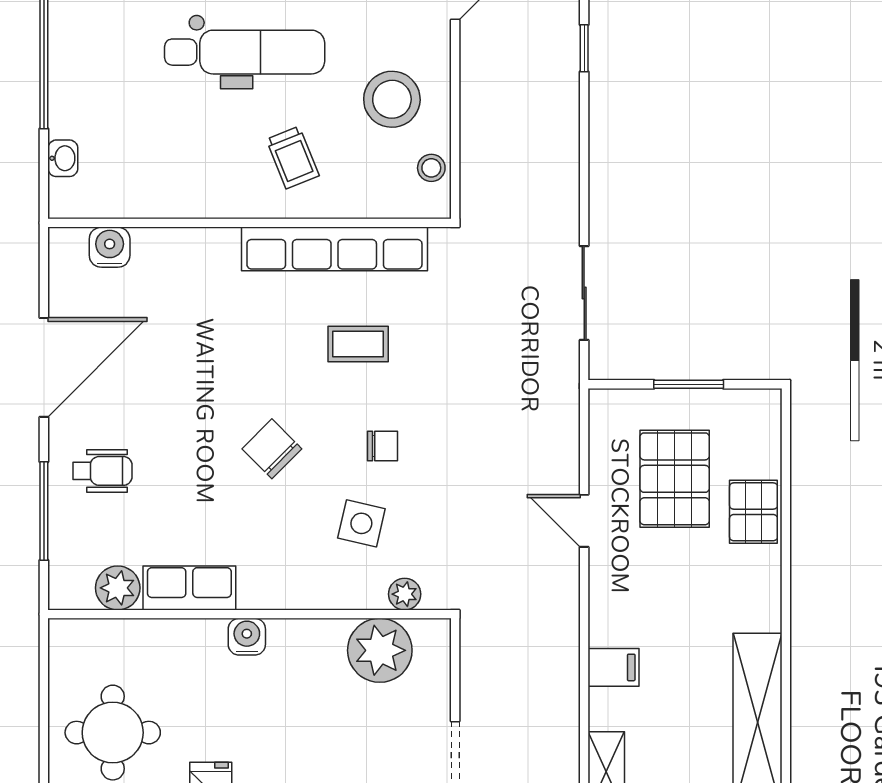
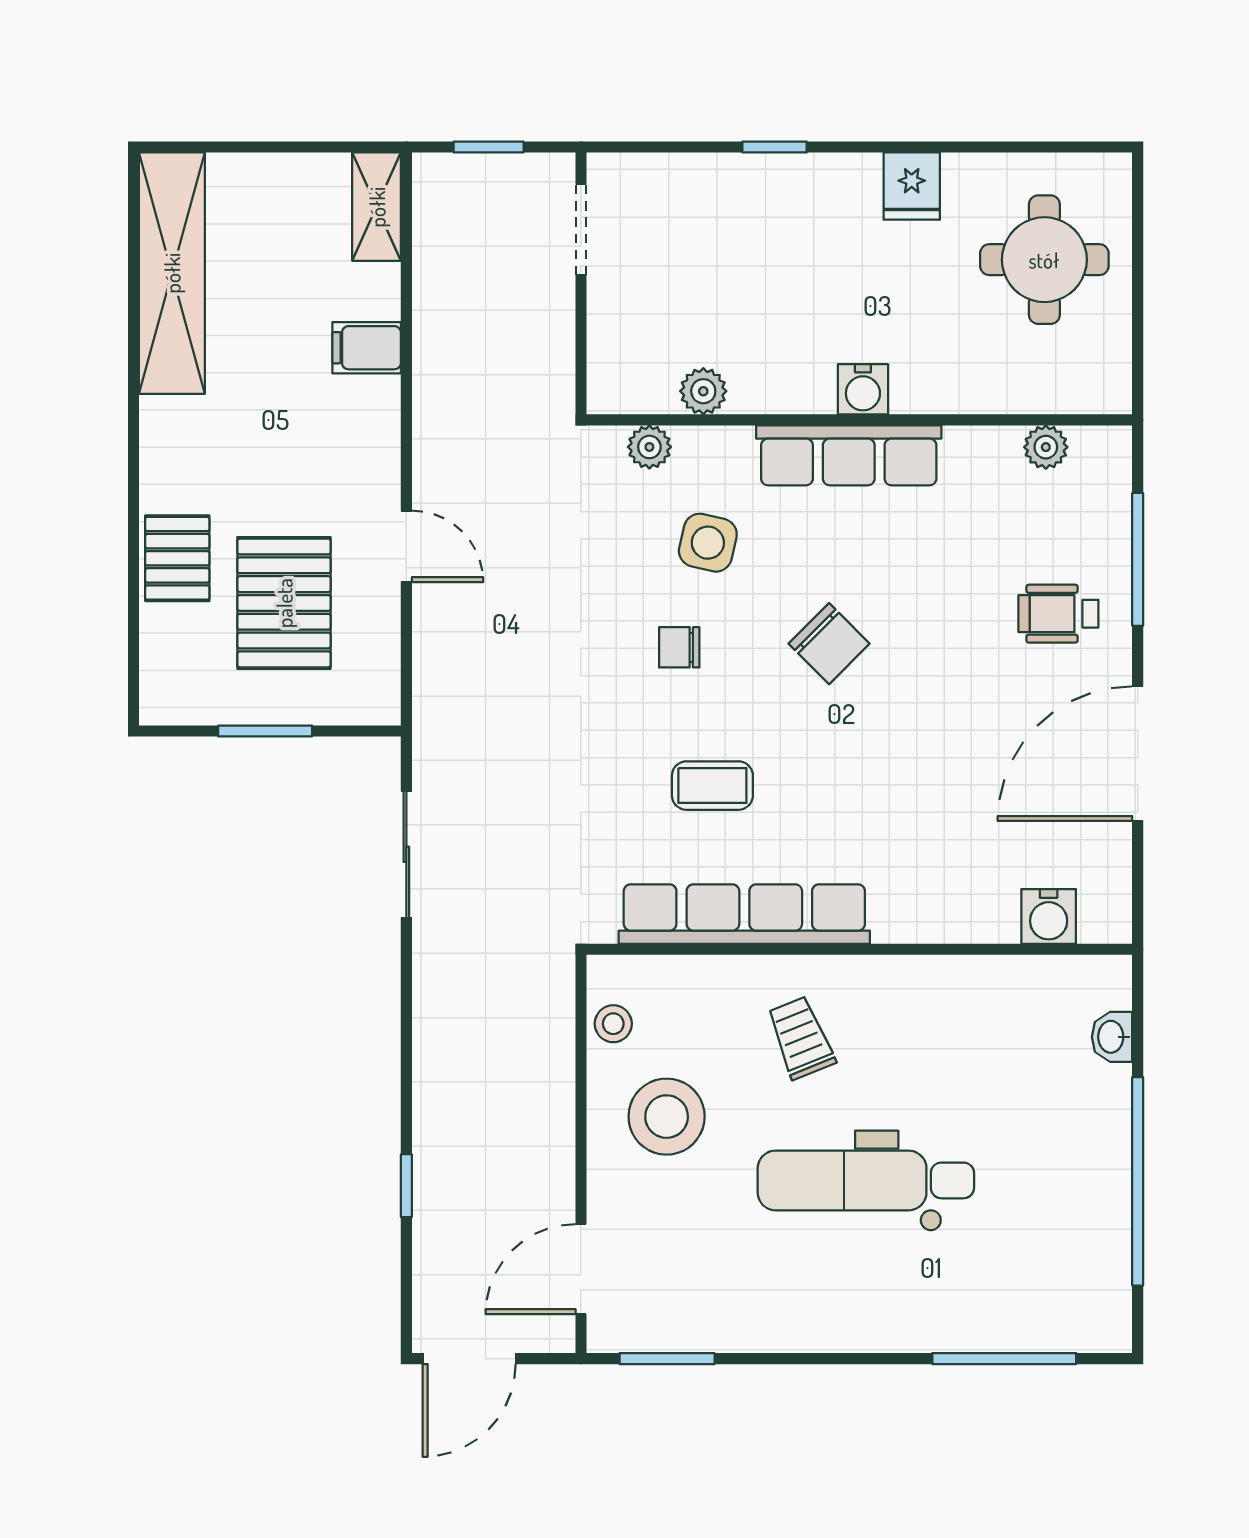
plant: (118, 588) -> (1046, 447), width x0.73, depth x0.73
row of seats: (189, 588) -> (849, 455), moved, width x1.48
plant: (380, 650) -> (703, 391), width x0.53, depth x0.53

